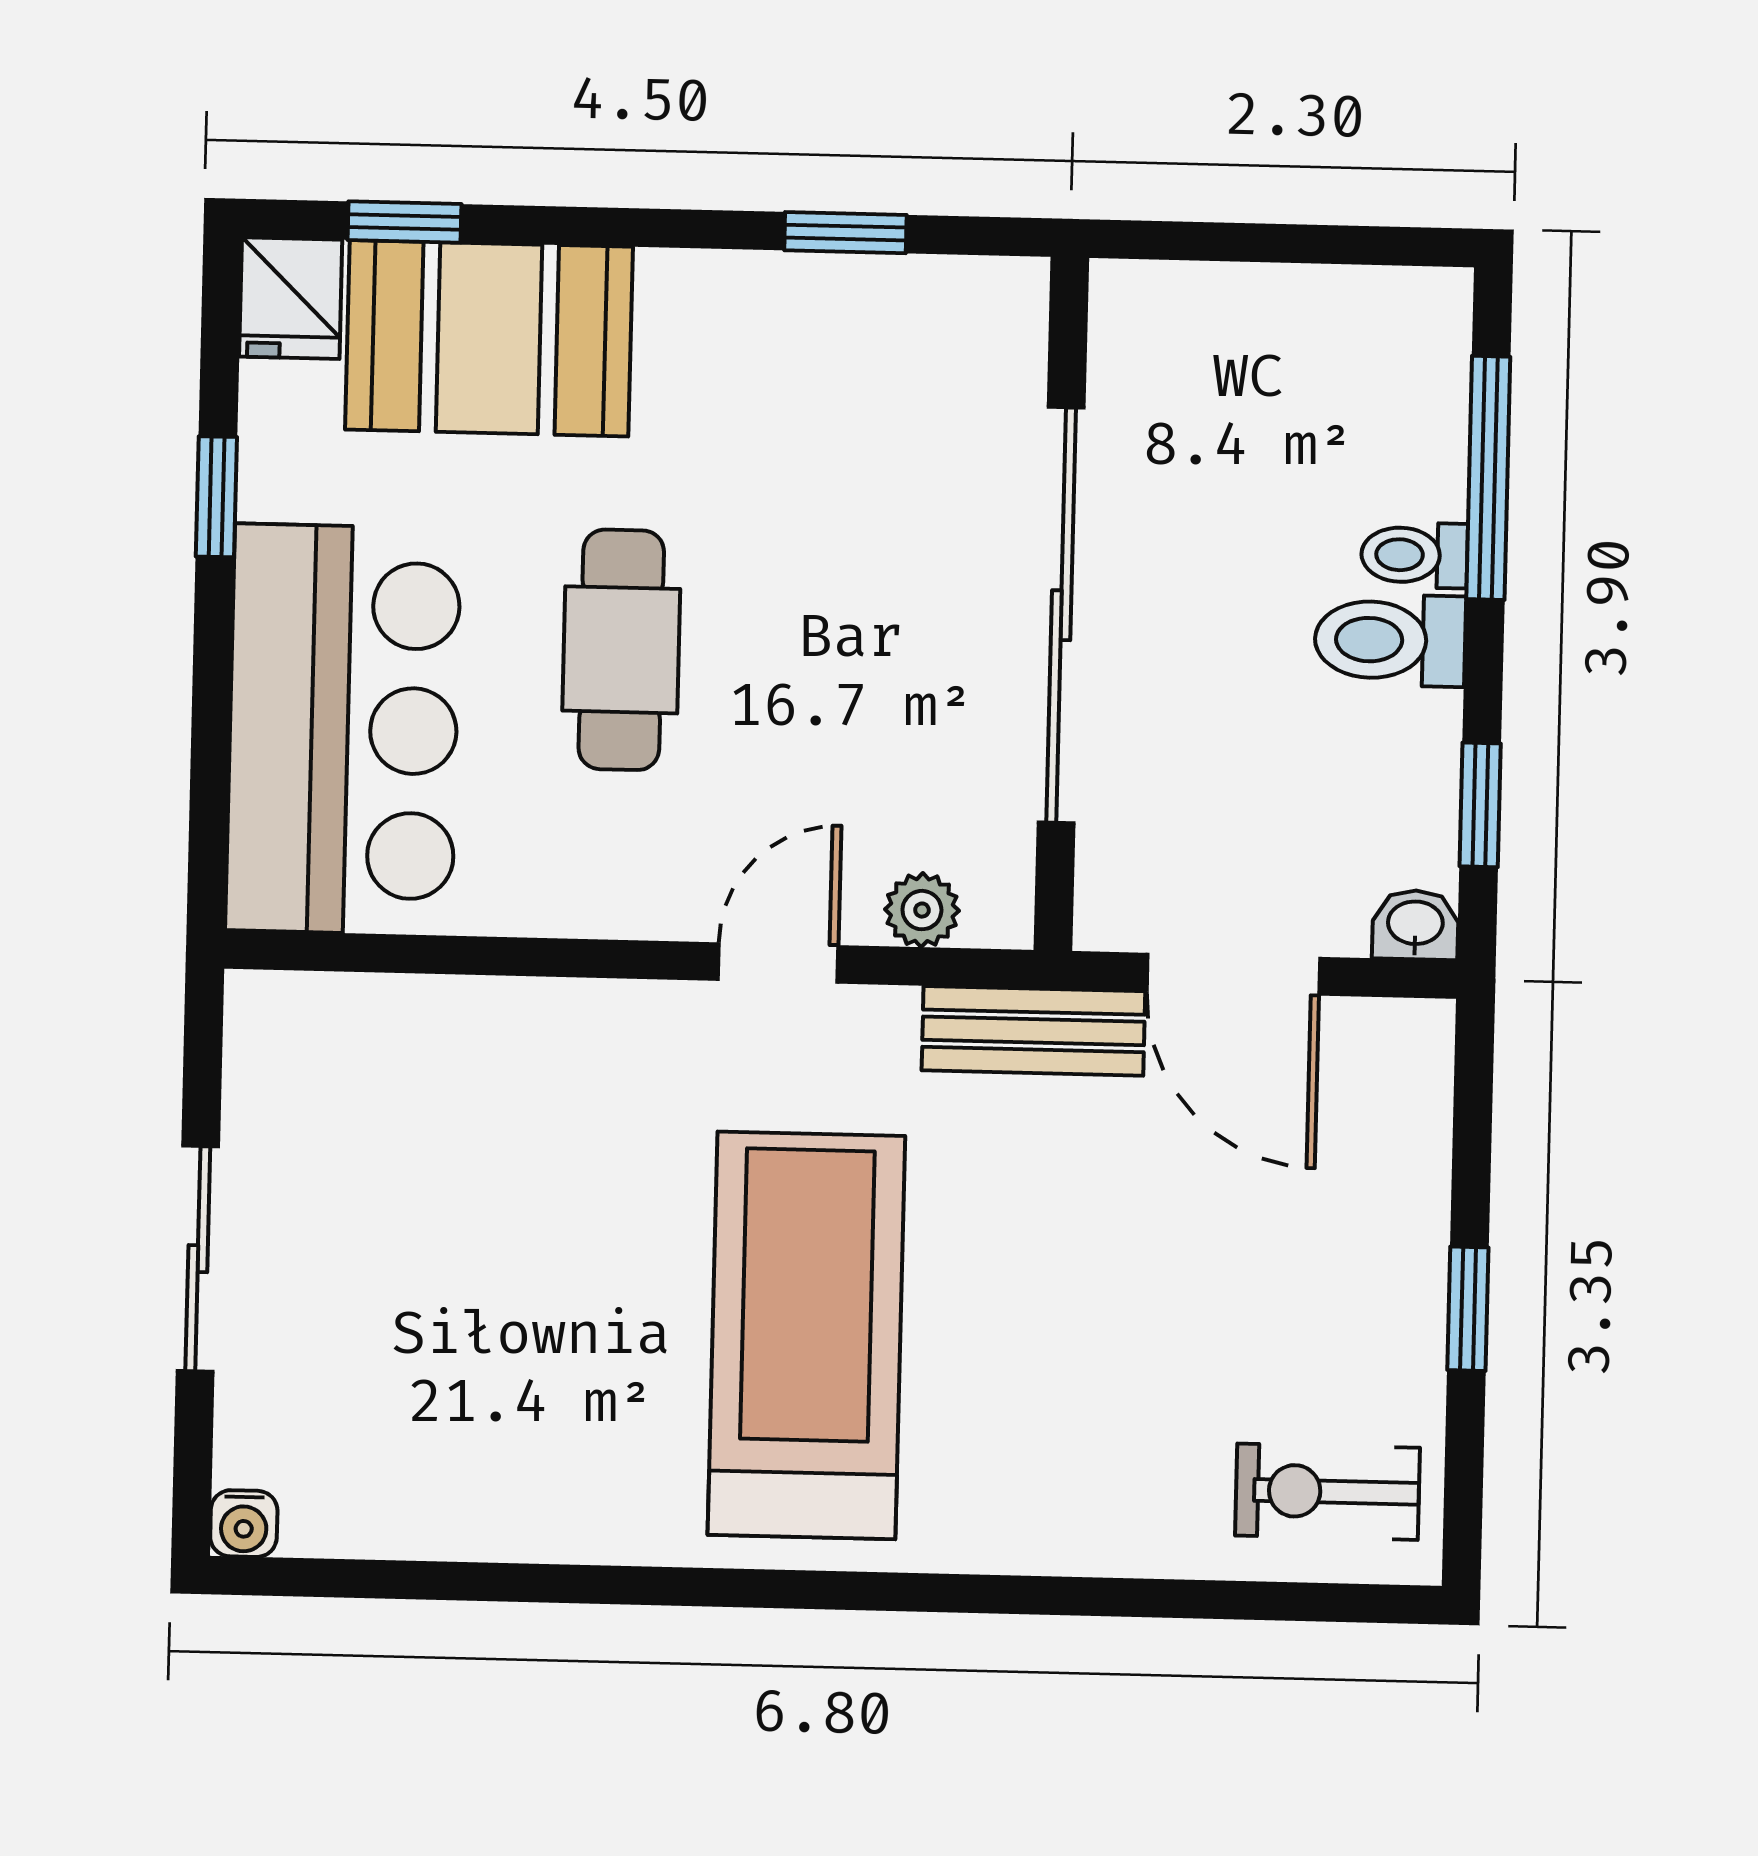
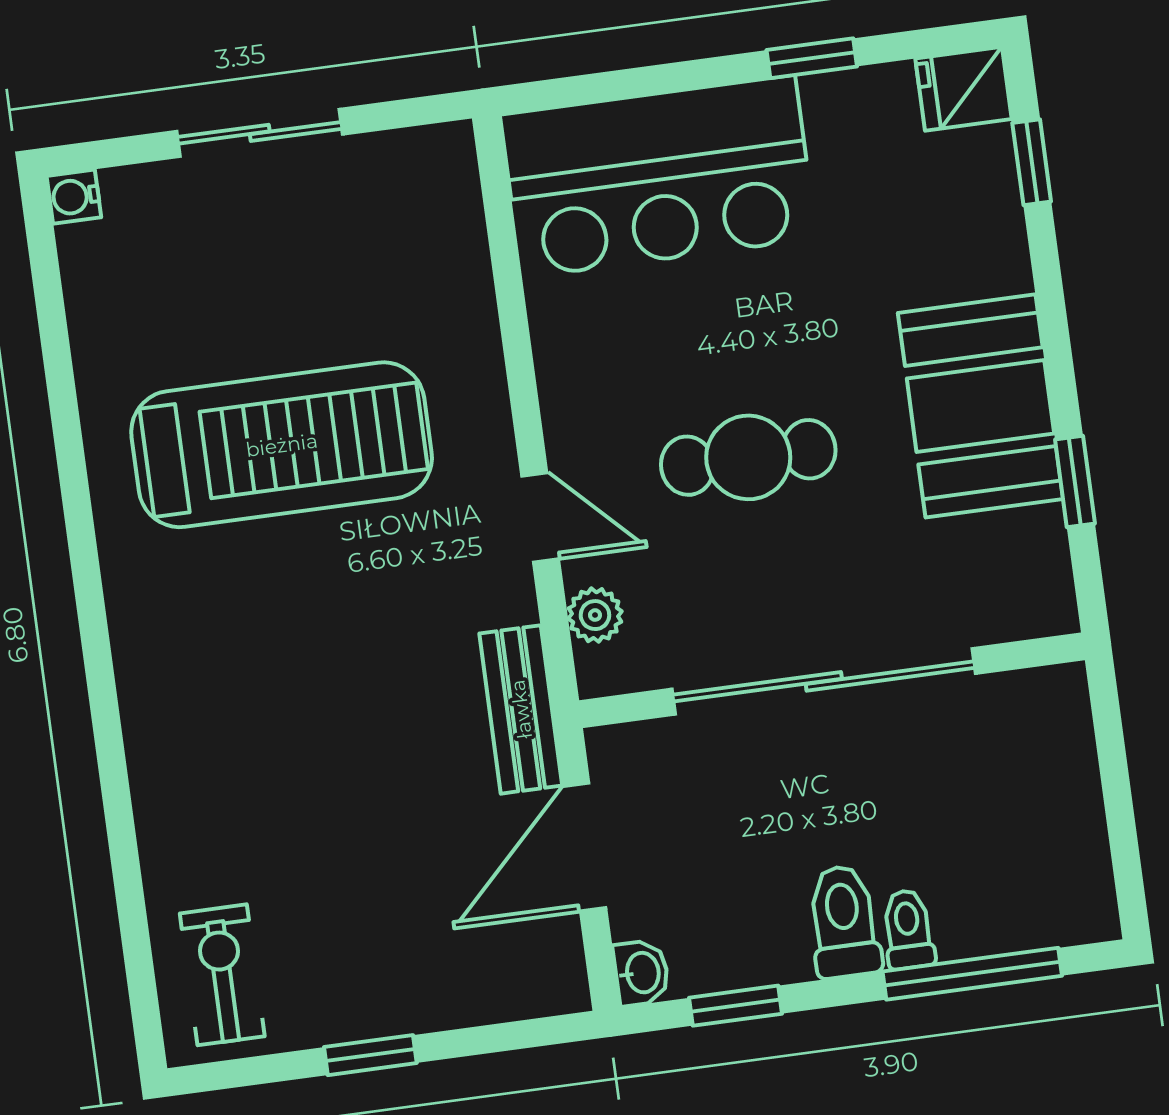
booth: (489, 338) -> (980, 406), moved
cafe table: (621, 650) -> (748, 457), moved
treadmill: (806, 1335) -> (282, 445), moved

